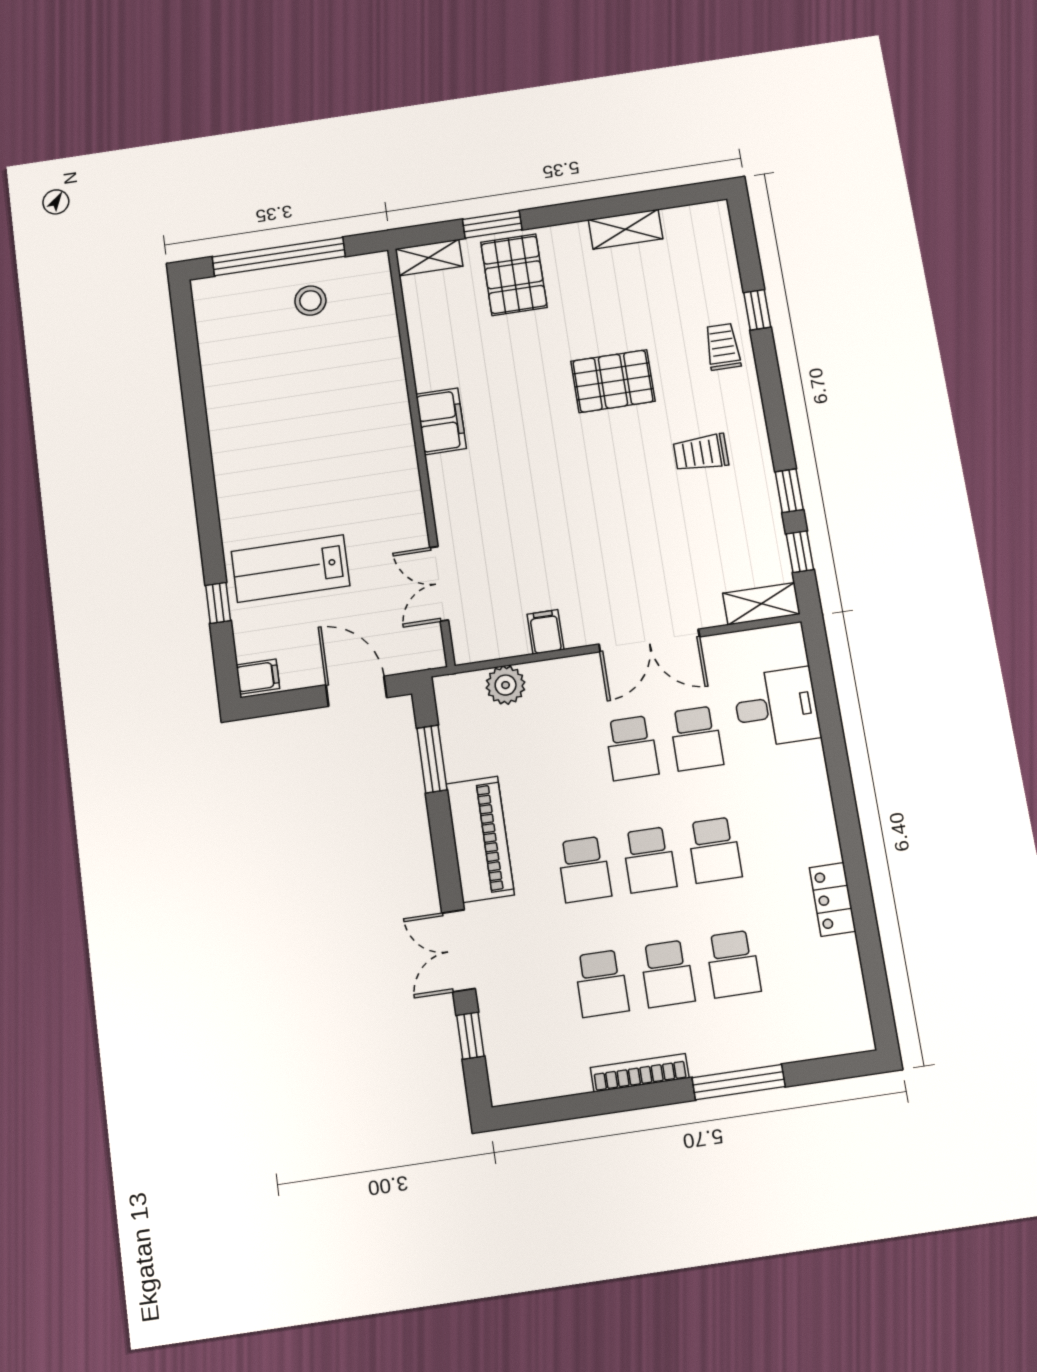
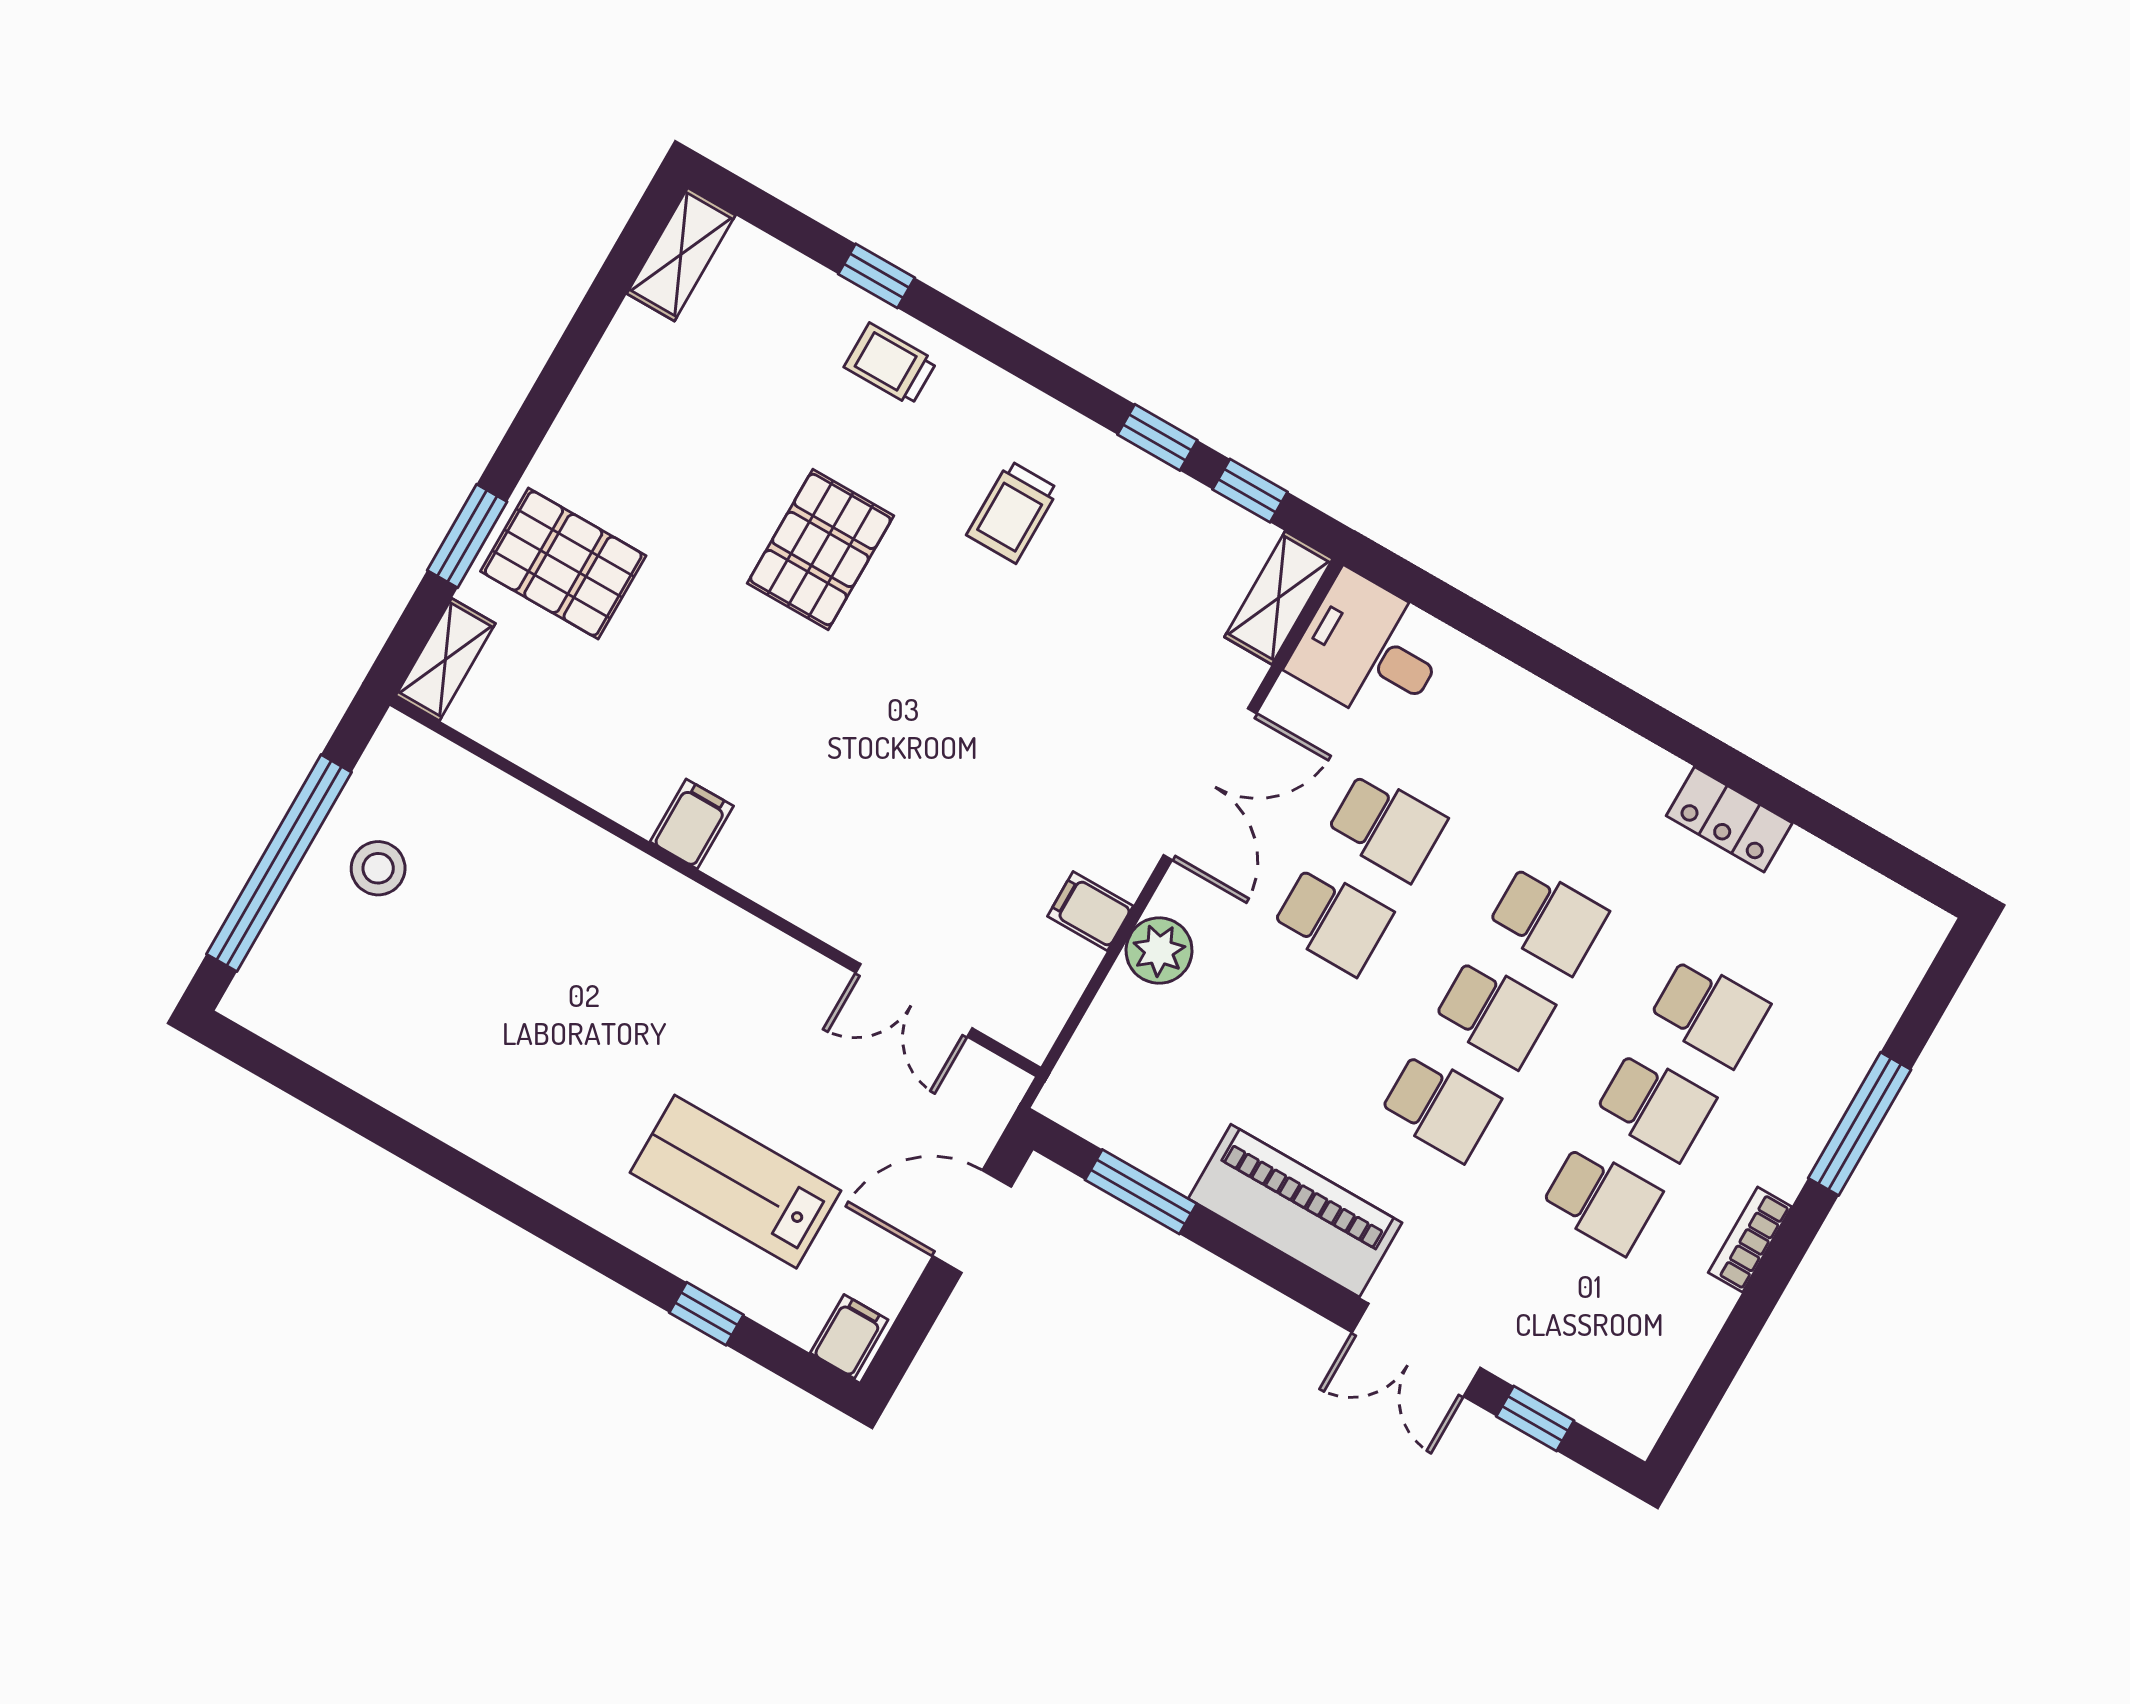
shelving: (626, 229) -> (681, 254), moved
filing cabinet: (441, 421) -> (692, 824), width x0.50
lab bench: (291, 568) -> (736, 1182), turned 90
plant: (506, 685) -> (1159, 951), moved
desk: (776, 707) -> (1370, 650), moved, turned -90
bookcase: (640, 1073) -> (1750, 1240), width x0.64

